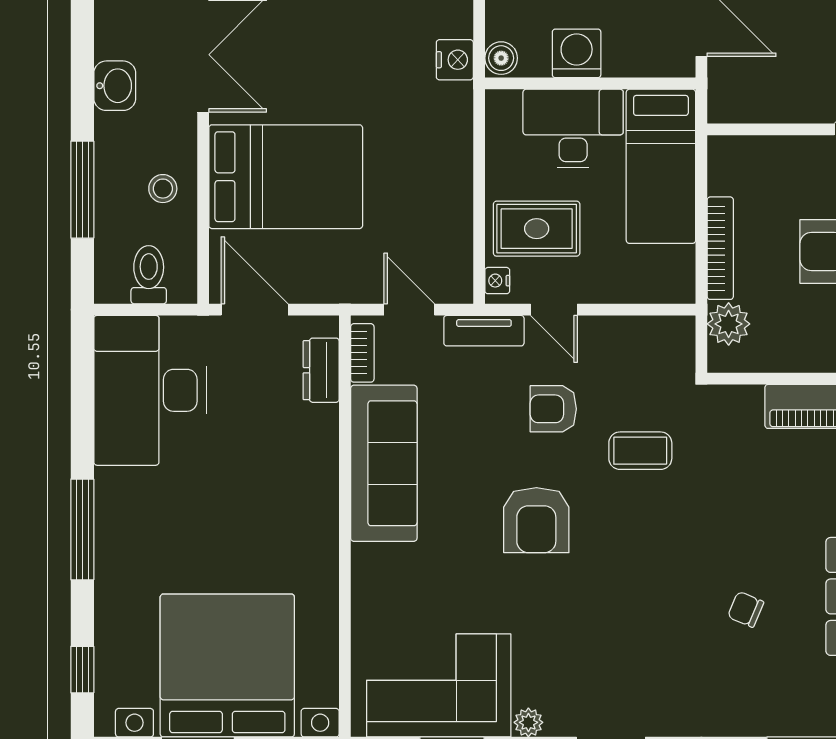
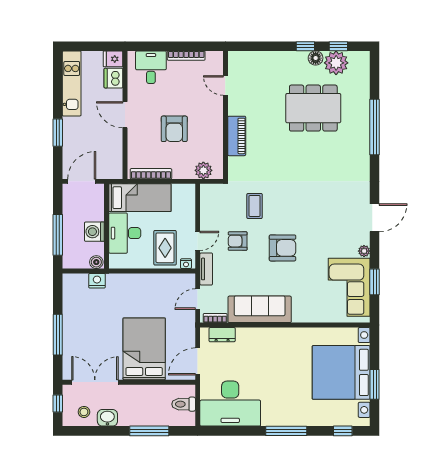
stool: (163, 189) -> (84, 412), moved
bookcase: (720, 248) -> (151, 174), moved
armchair: (553, 409) -> (238, 241), turned 90
chair: (746, 609) -> (318, 164), removed

